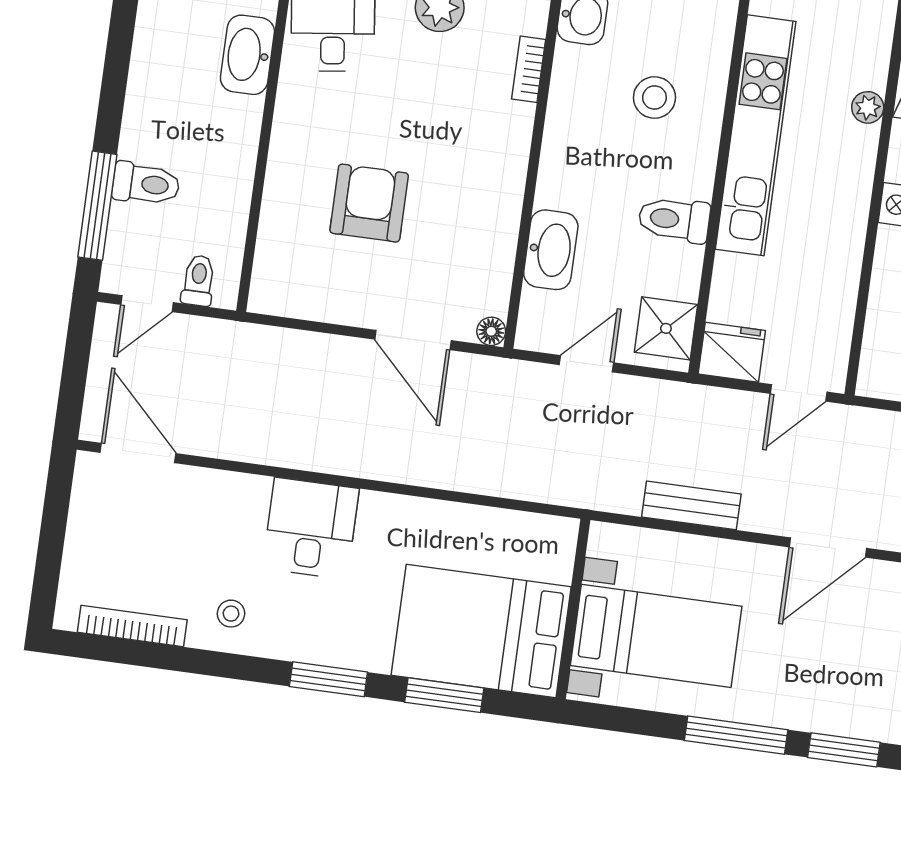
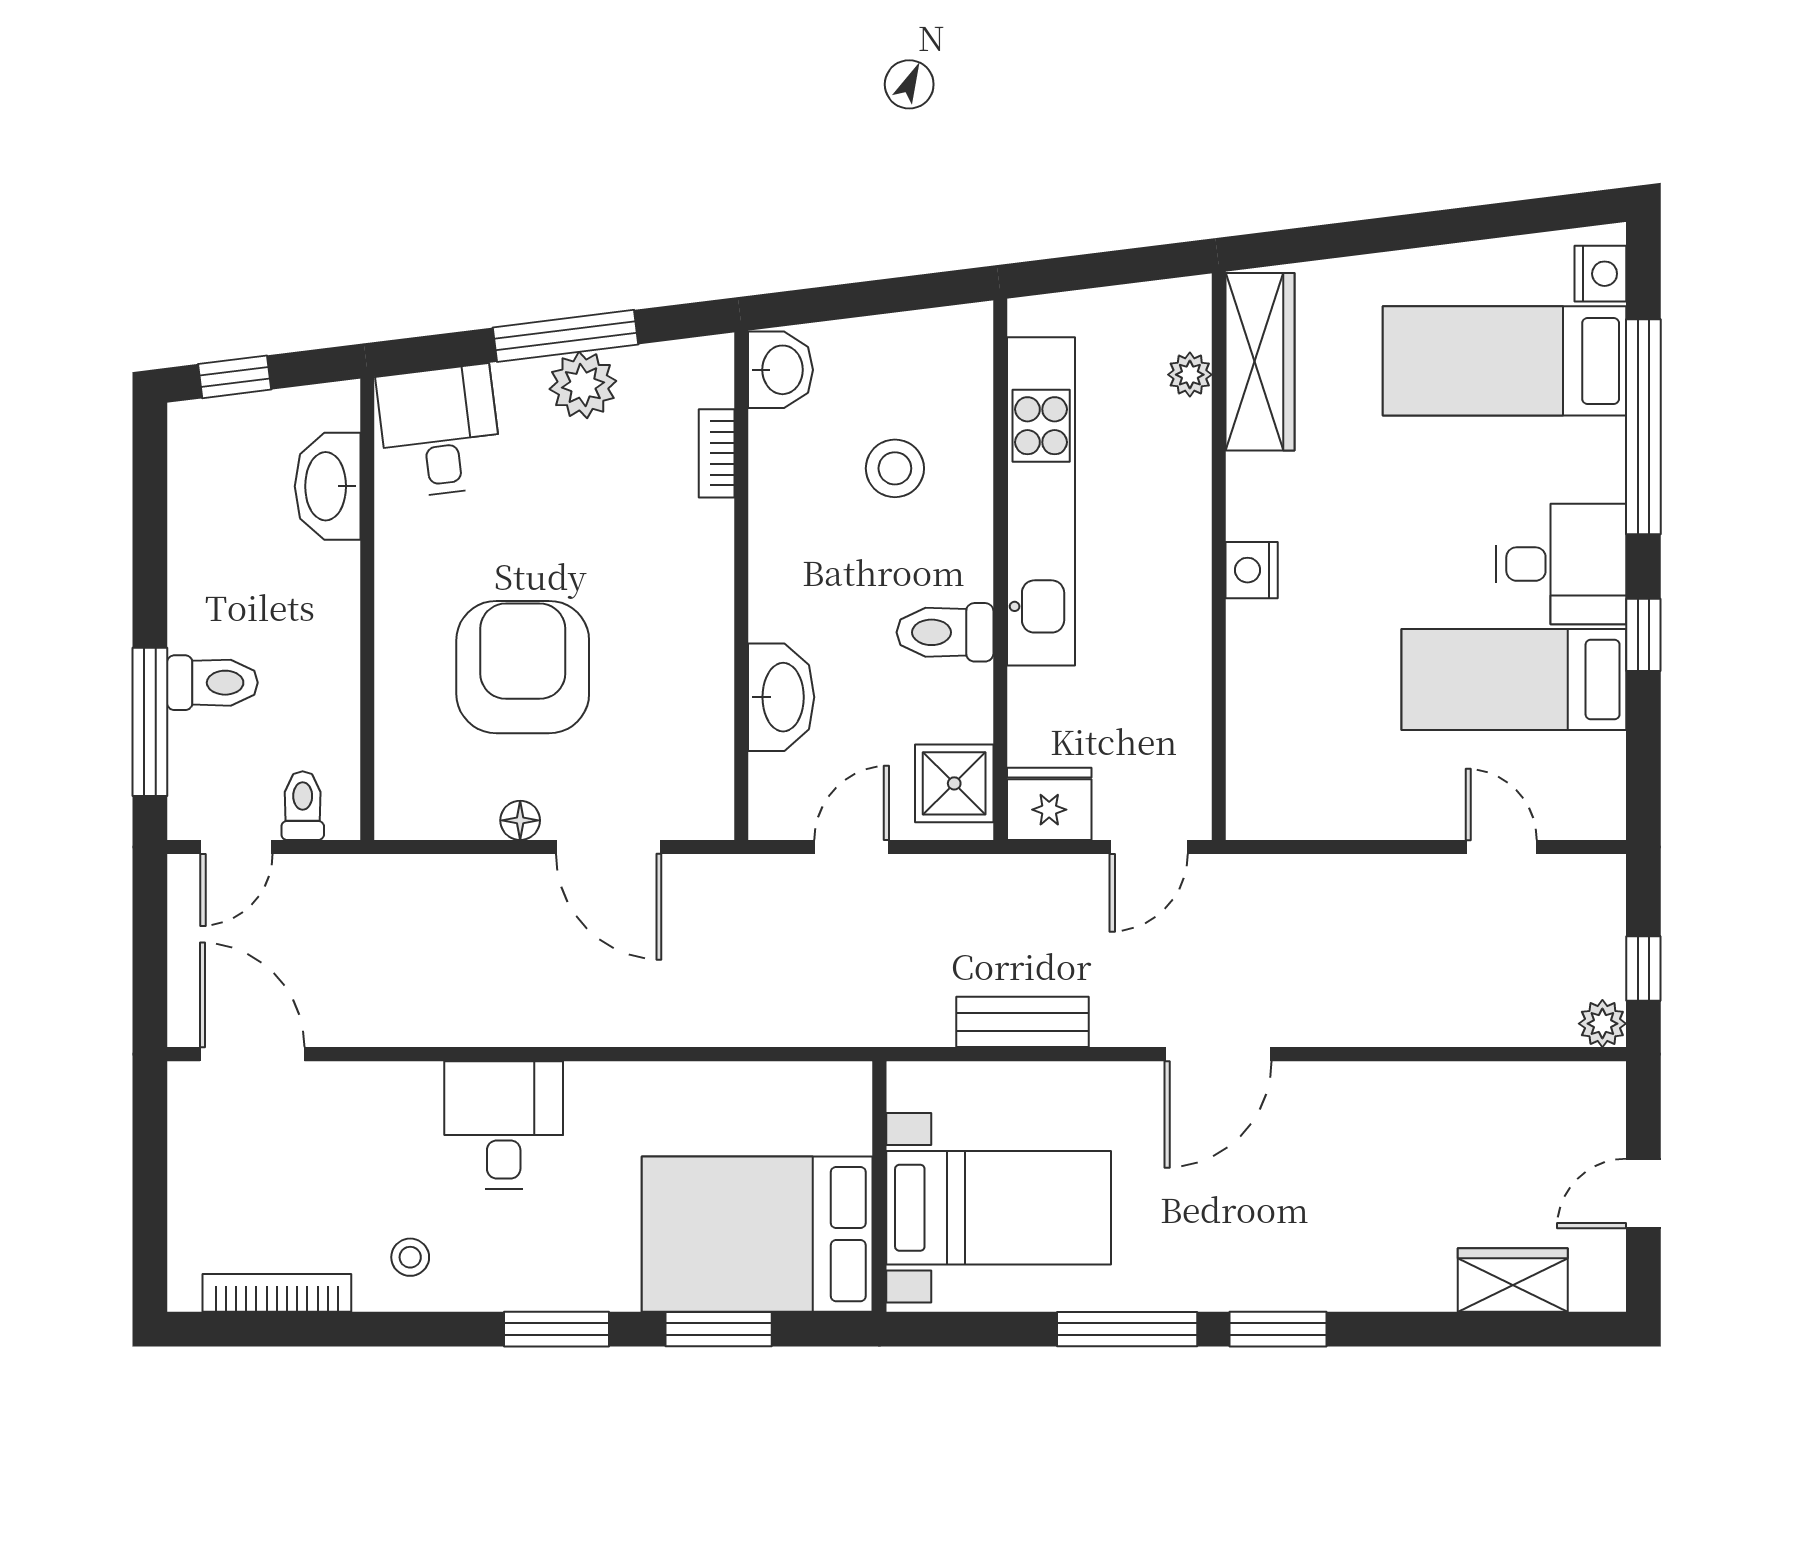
plant: (868, 107) -> (1190, 375), moved
armchair: (369, 203) -> (523, 667), width x1.36, depth x1.36
floor lamp: (491, 331) -> (520, 820), moved

